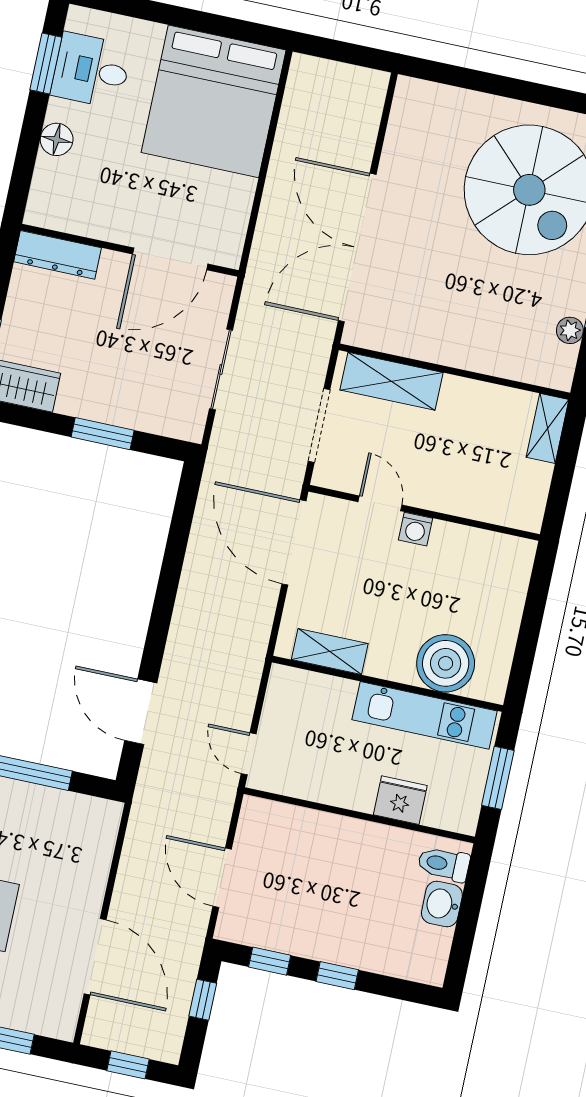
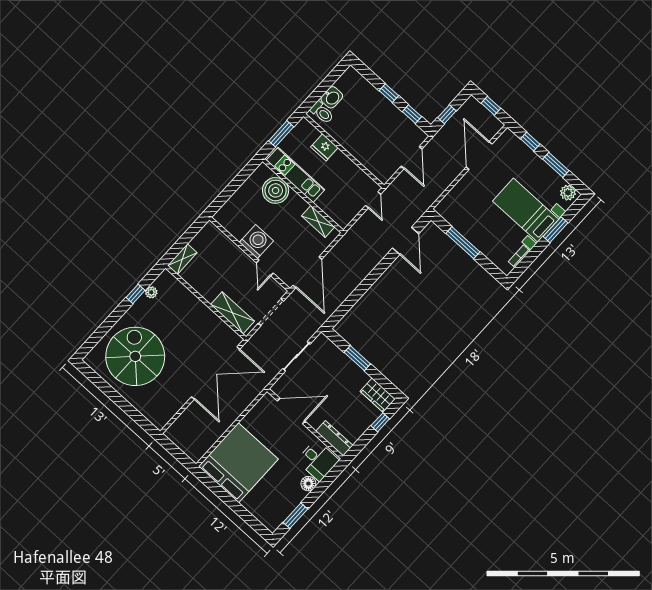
desk: (91, 70) -> (318, 460), moved
washing machine: (416, 529) -> (256, 242), width x1.89, depth x1.89

